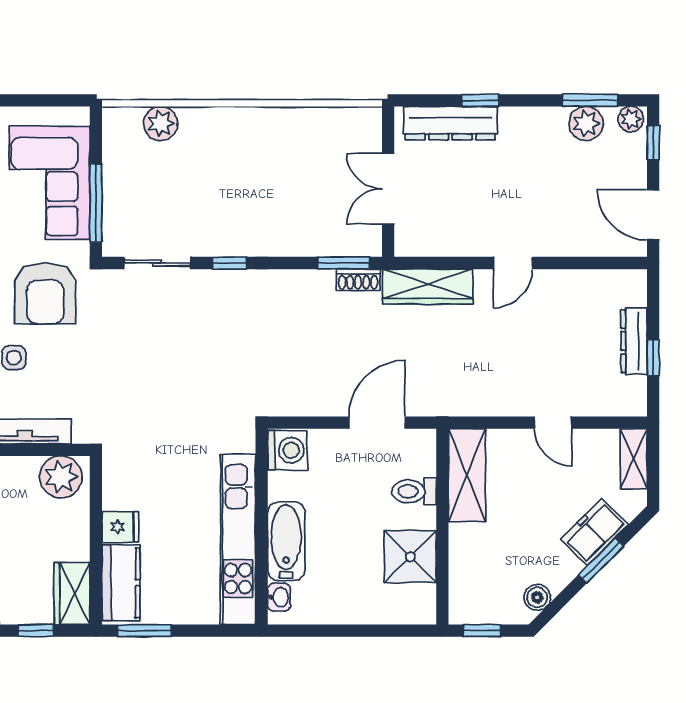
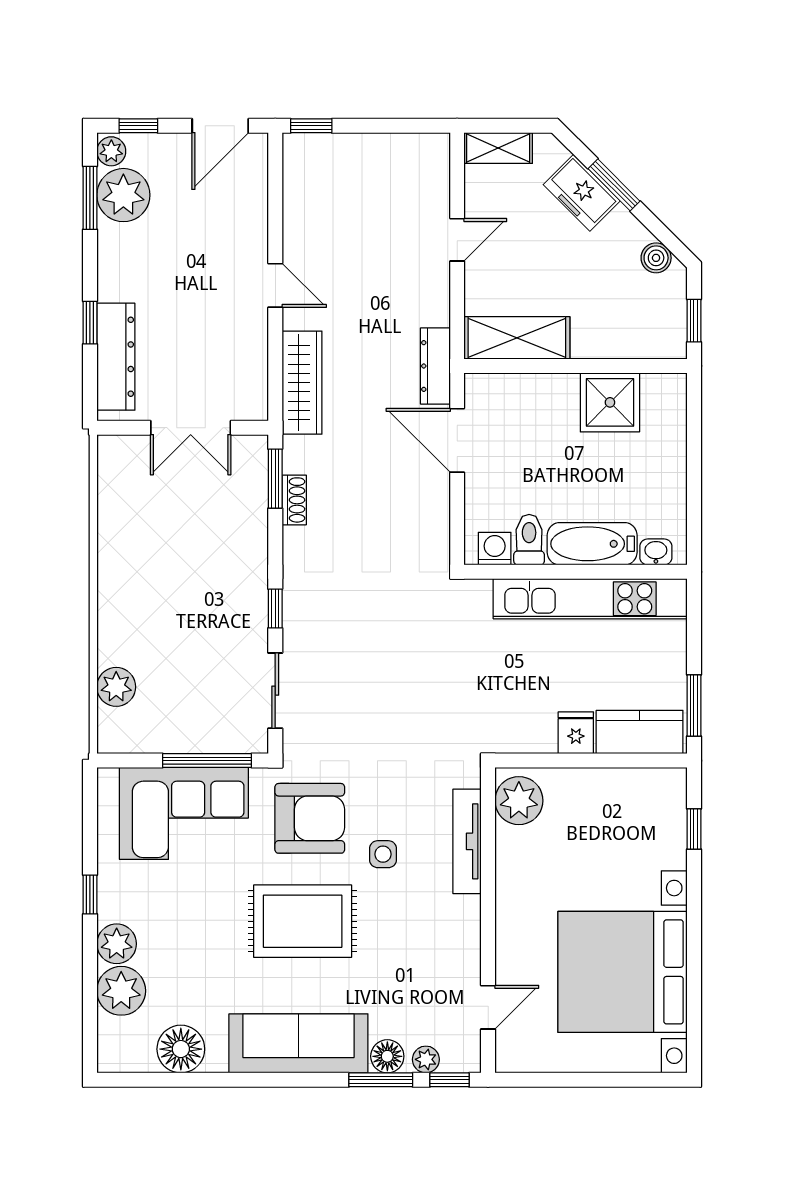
plant: (586, 123) -> (123, 195), width x1.36, depth x1.36
shoe rack: (358, 280) -> (294, 500), moved
dresser: (634, 341) -> (435, 366), moved, turned 90
window: (653, 357) -> (311, 126), moved
washing machine: (287, 450) -> (495, 549), width x0.73, depth x0.73
toilet: (414, 491) -> (529, 540), moved, turned 180
wardrobe: (72, 593) -> (652, 788), removed

